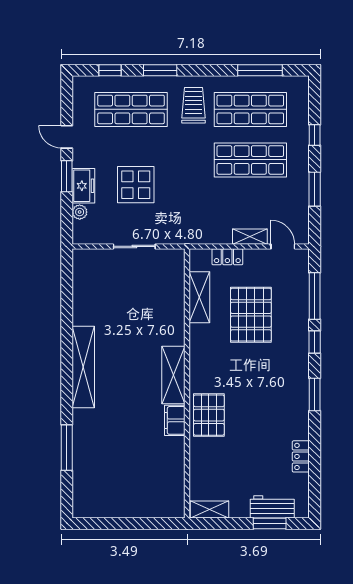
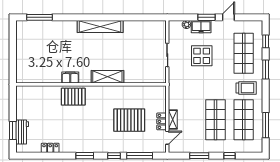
locker: (227, 257) -> (162, 121), moved
shelving: (199, 297) -> (139, 91), removed
shelving: (173, 375) -> (107, 77), moved
window: (67, 448) -> (40, 17), moved
shelving: (209, 510) -> (21, 97), removed

